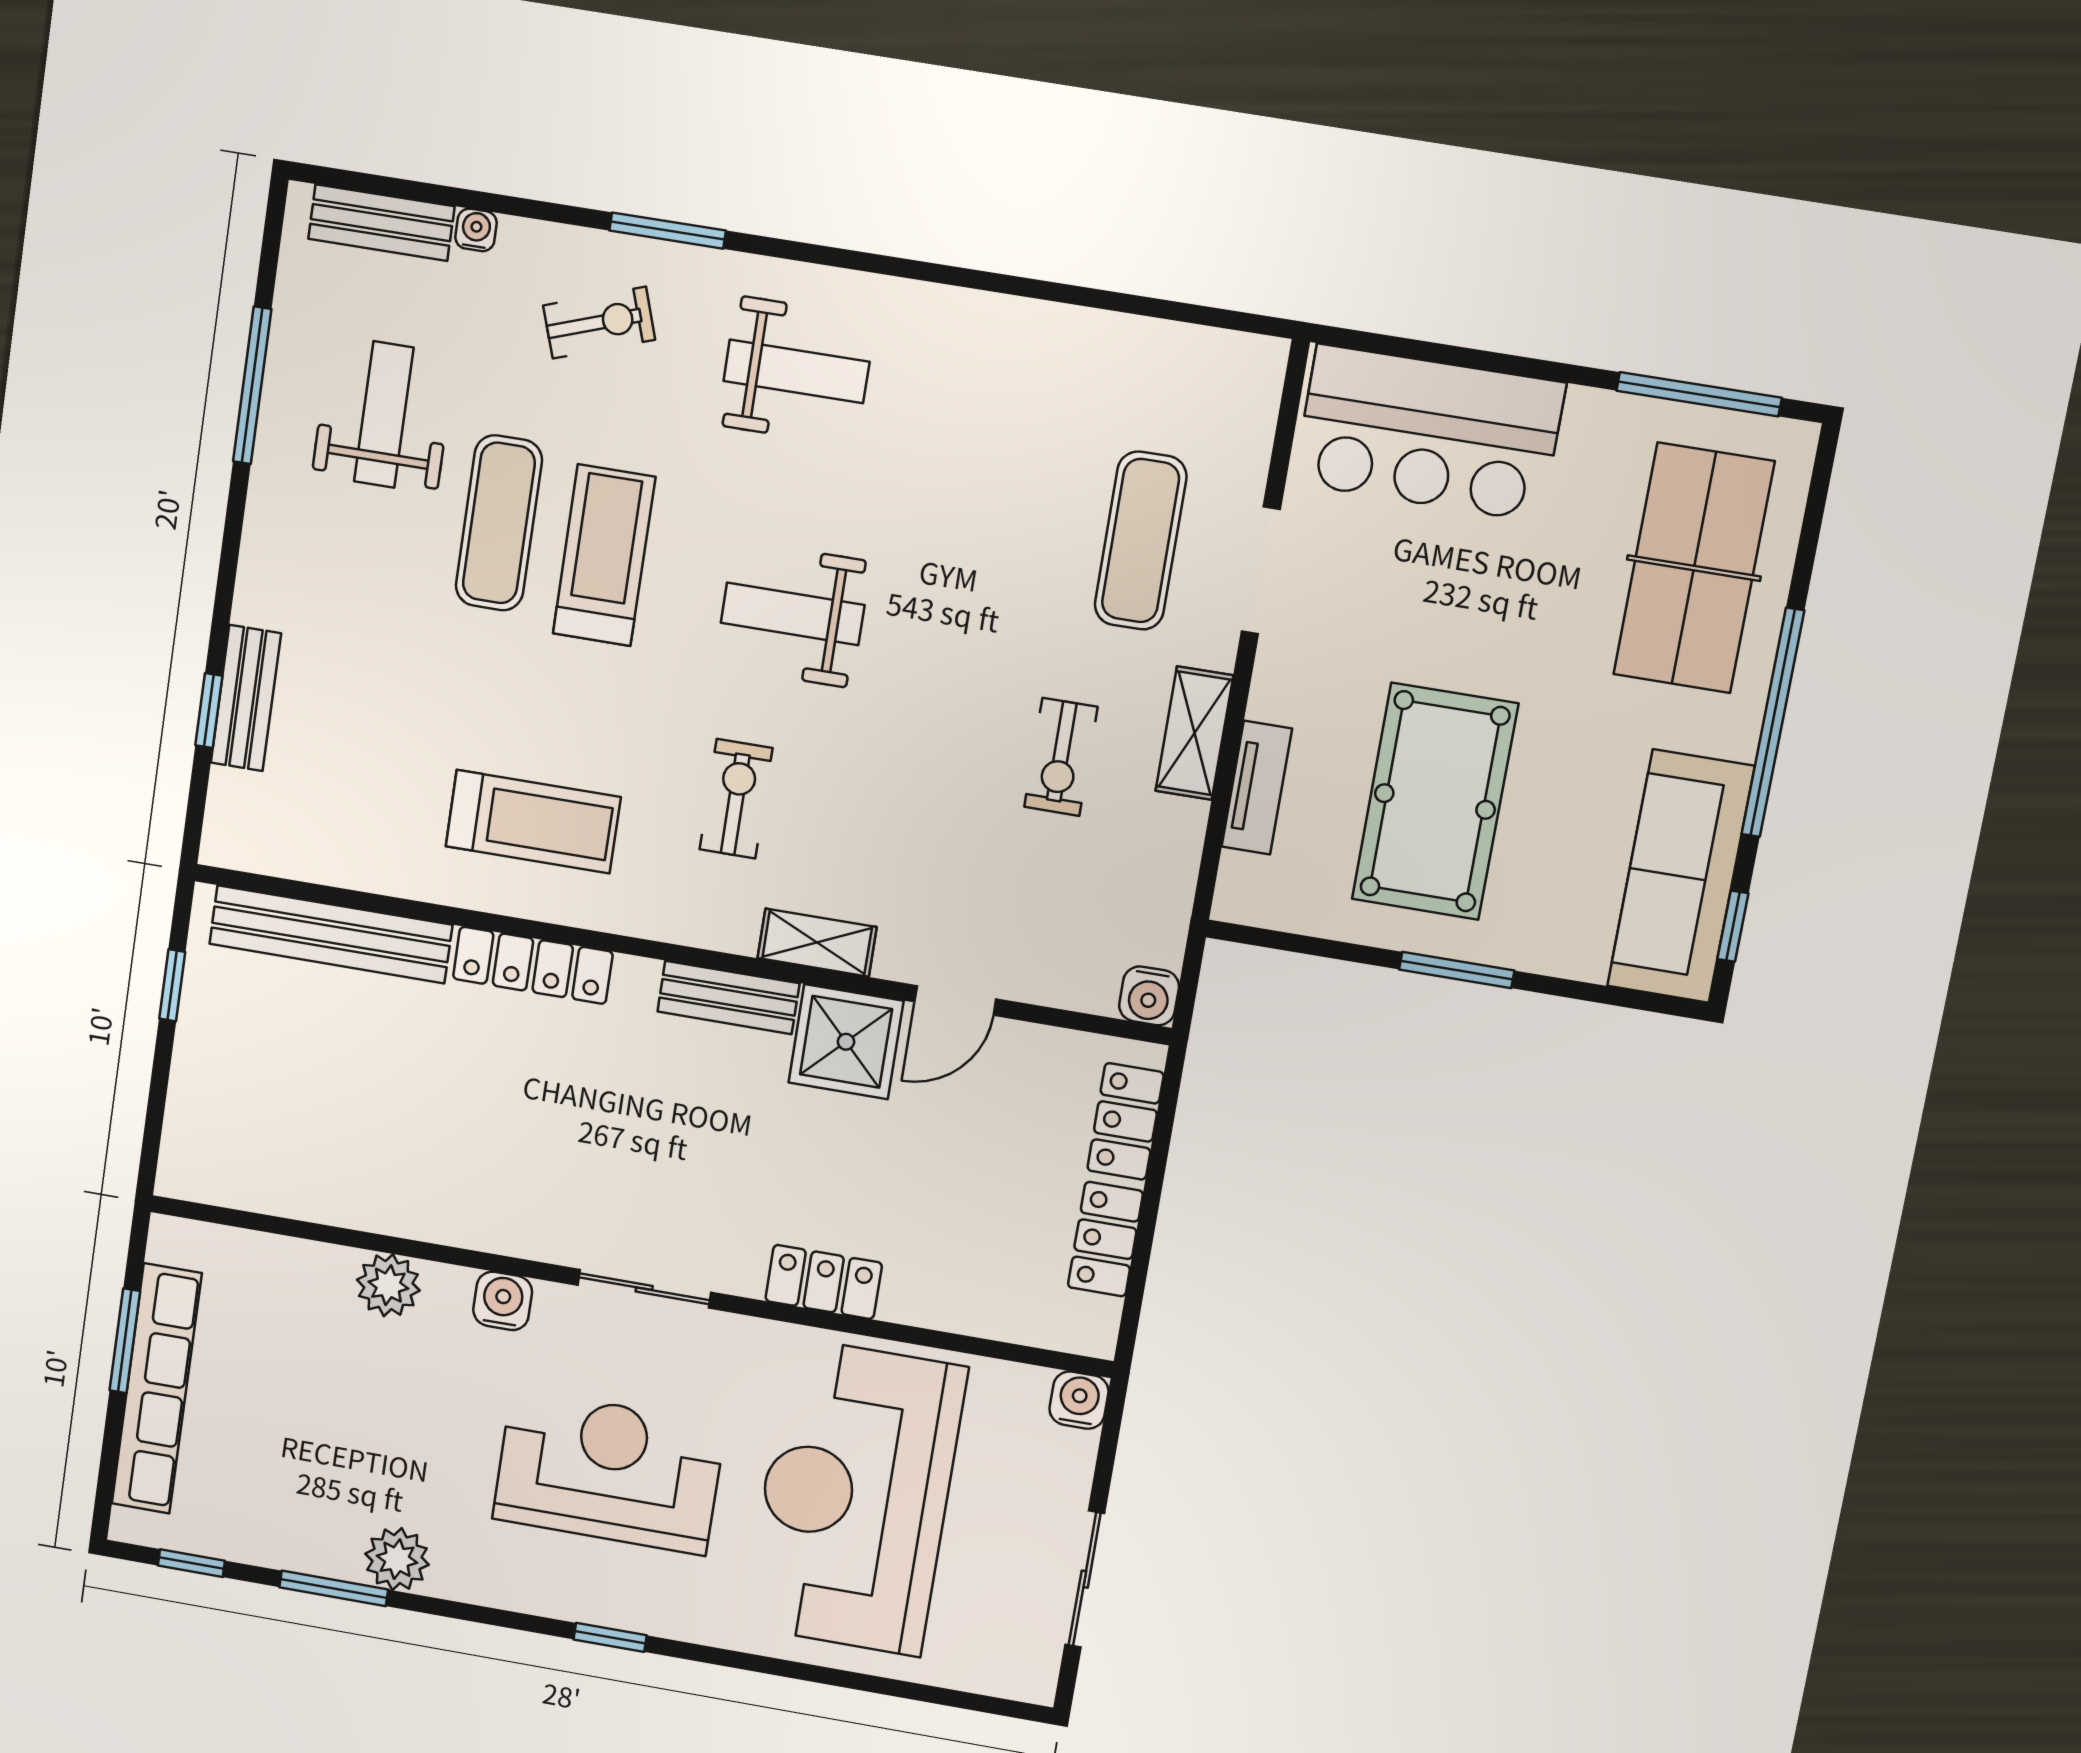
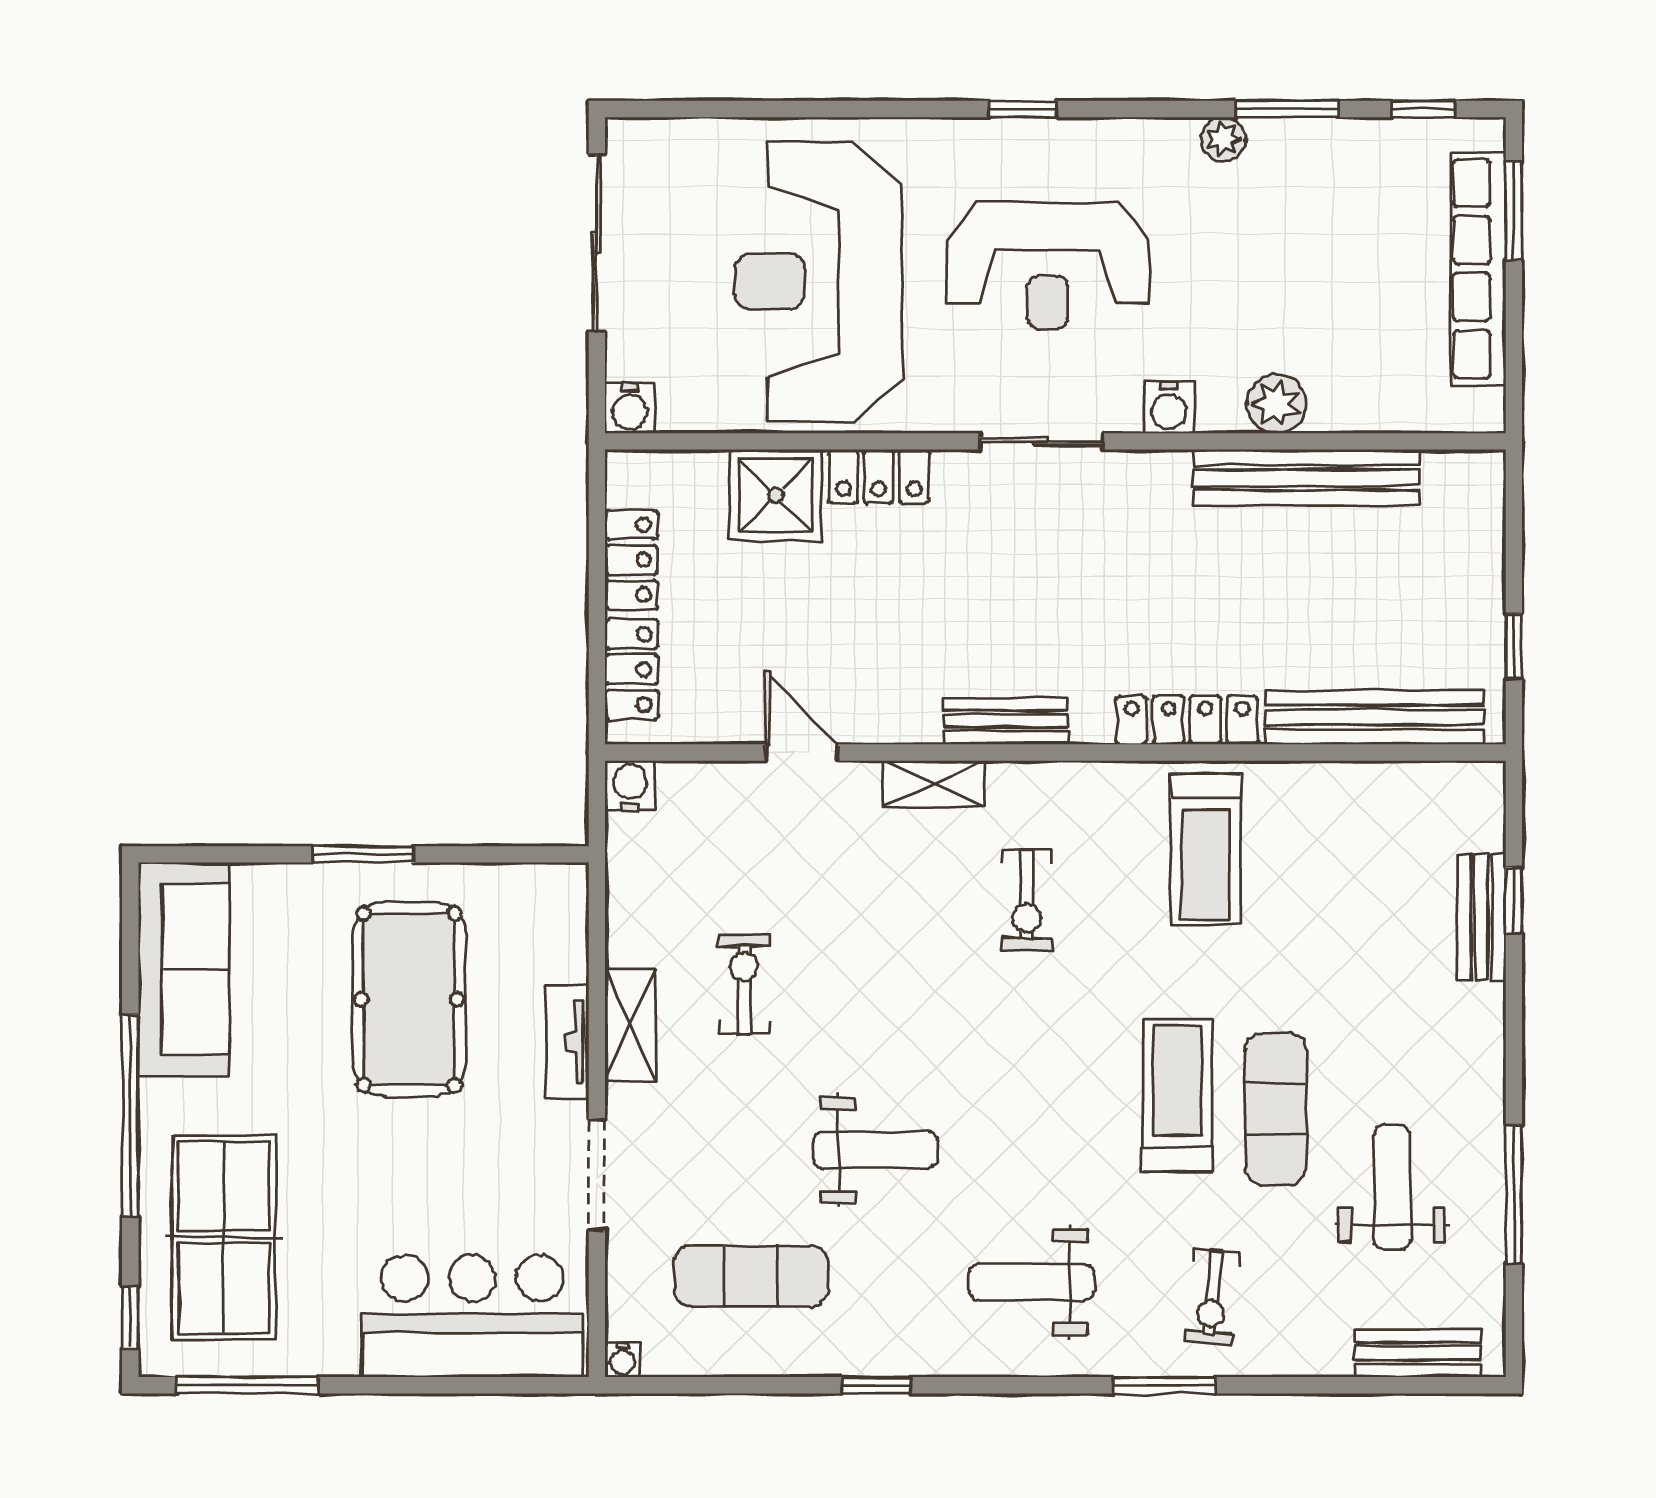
water cooler: (476, 230) -> (622, 1360), moved
window: (988, 281) -> (876, 1385), added
exercise bike: (599, 323) -> (1212, 1297), turned -65
weight bench: (384, 415) -> (1392, 1187), turned 180
exercise mat: (1141, 541) -> (751, 1276), moved, turned 90
treadmill: (604, 555) -> (1177, 1096), turned 180
weight bench: (793, 614) -> (876, 1150), moved
tv unit: (1257, 788) -> (567, 1042), moved
treadmill: (533, 822) -> (1206, 849), turned -90
window: (1733, 926) -> (130, 1318), moved
door: (955, 1000) -> (802, 752), hinge flipped
shower: (846, 1042) -> (776, 495), moved
bench: (368, 1202) -> (1306, 478), added
window: (125, 1341) -> (1514, 211), moved
reception desk: (855, 1497) -> (818, 282), turned 180
plant: (397, 1559) -> (1223, 139), width x0.73, depth x0.73
sliding door: (1085, 1579) -> (597, 243), width x1.37

